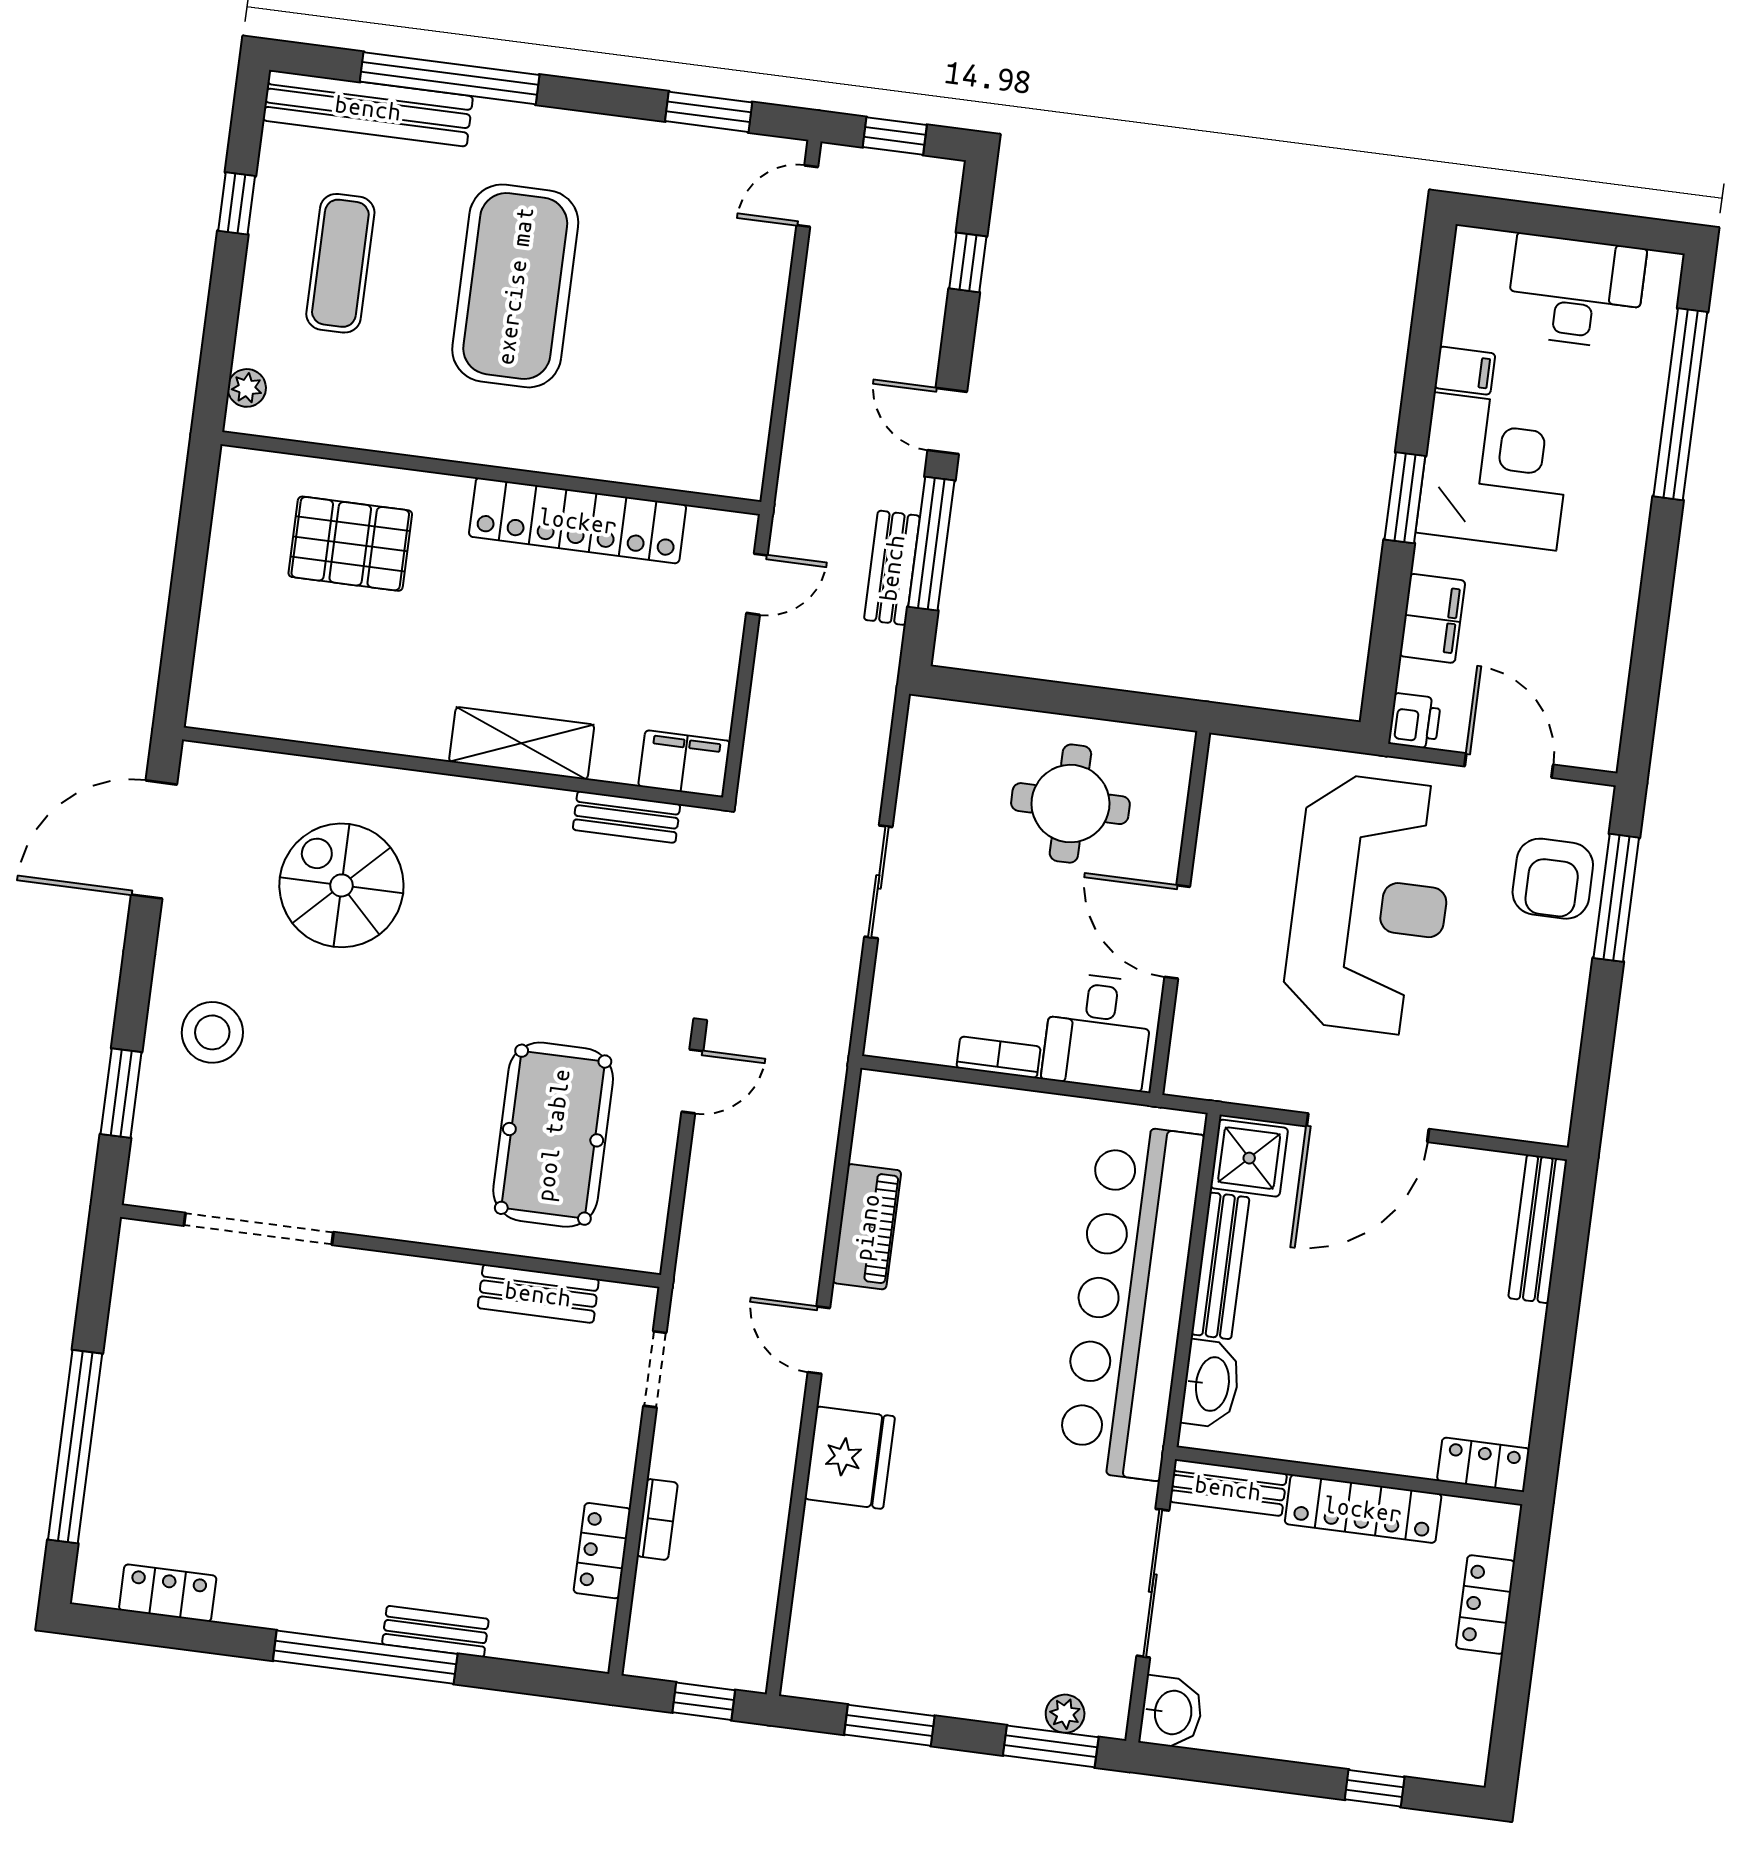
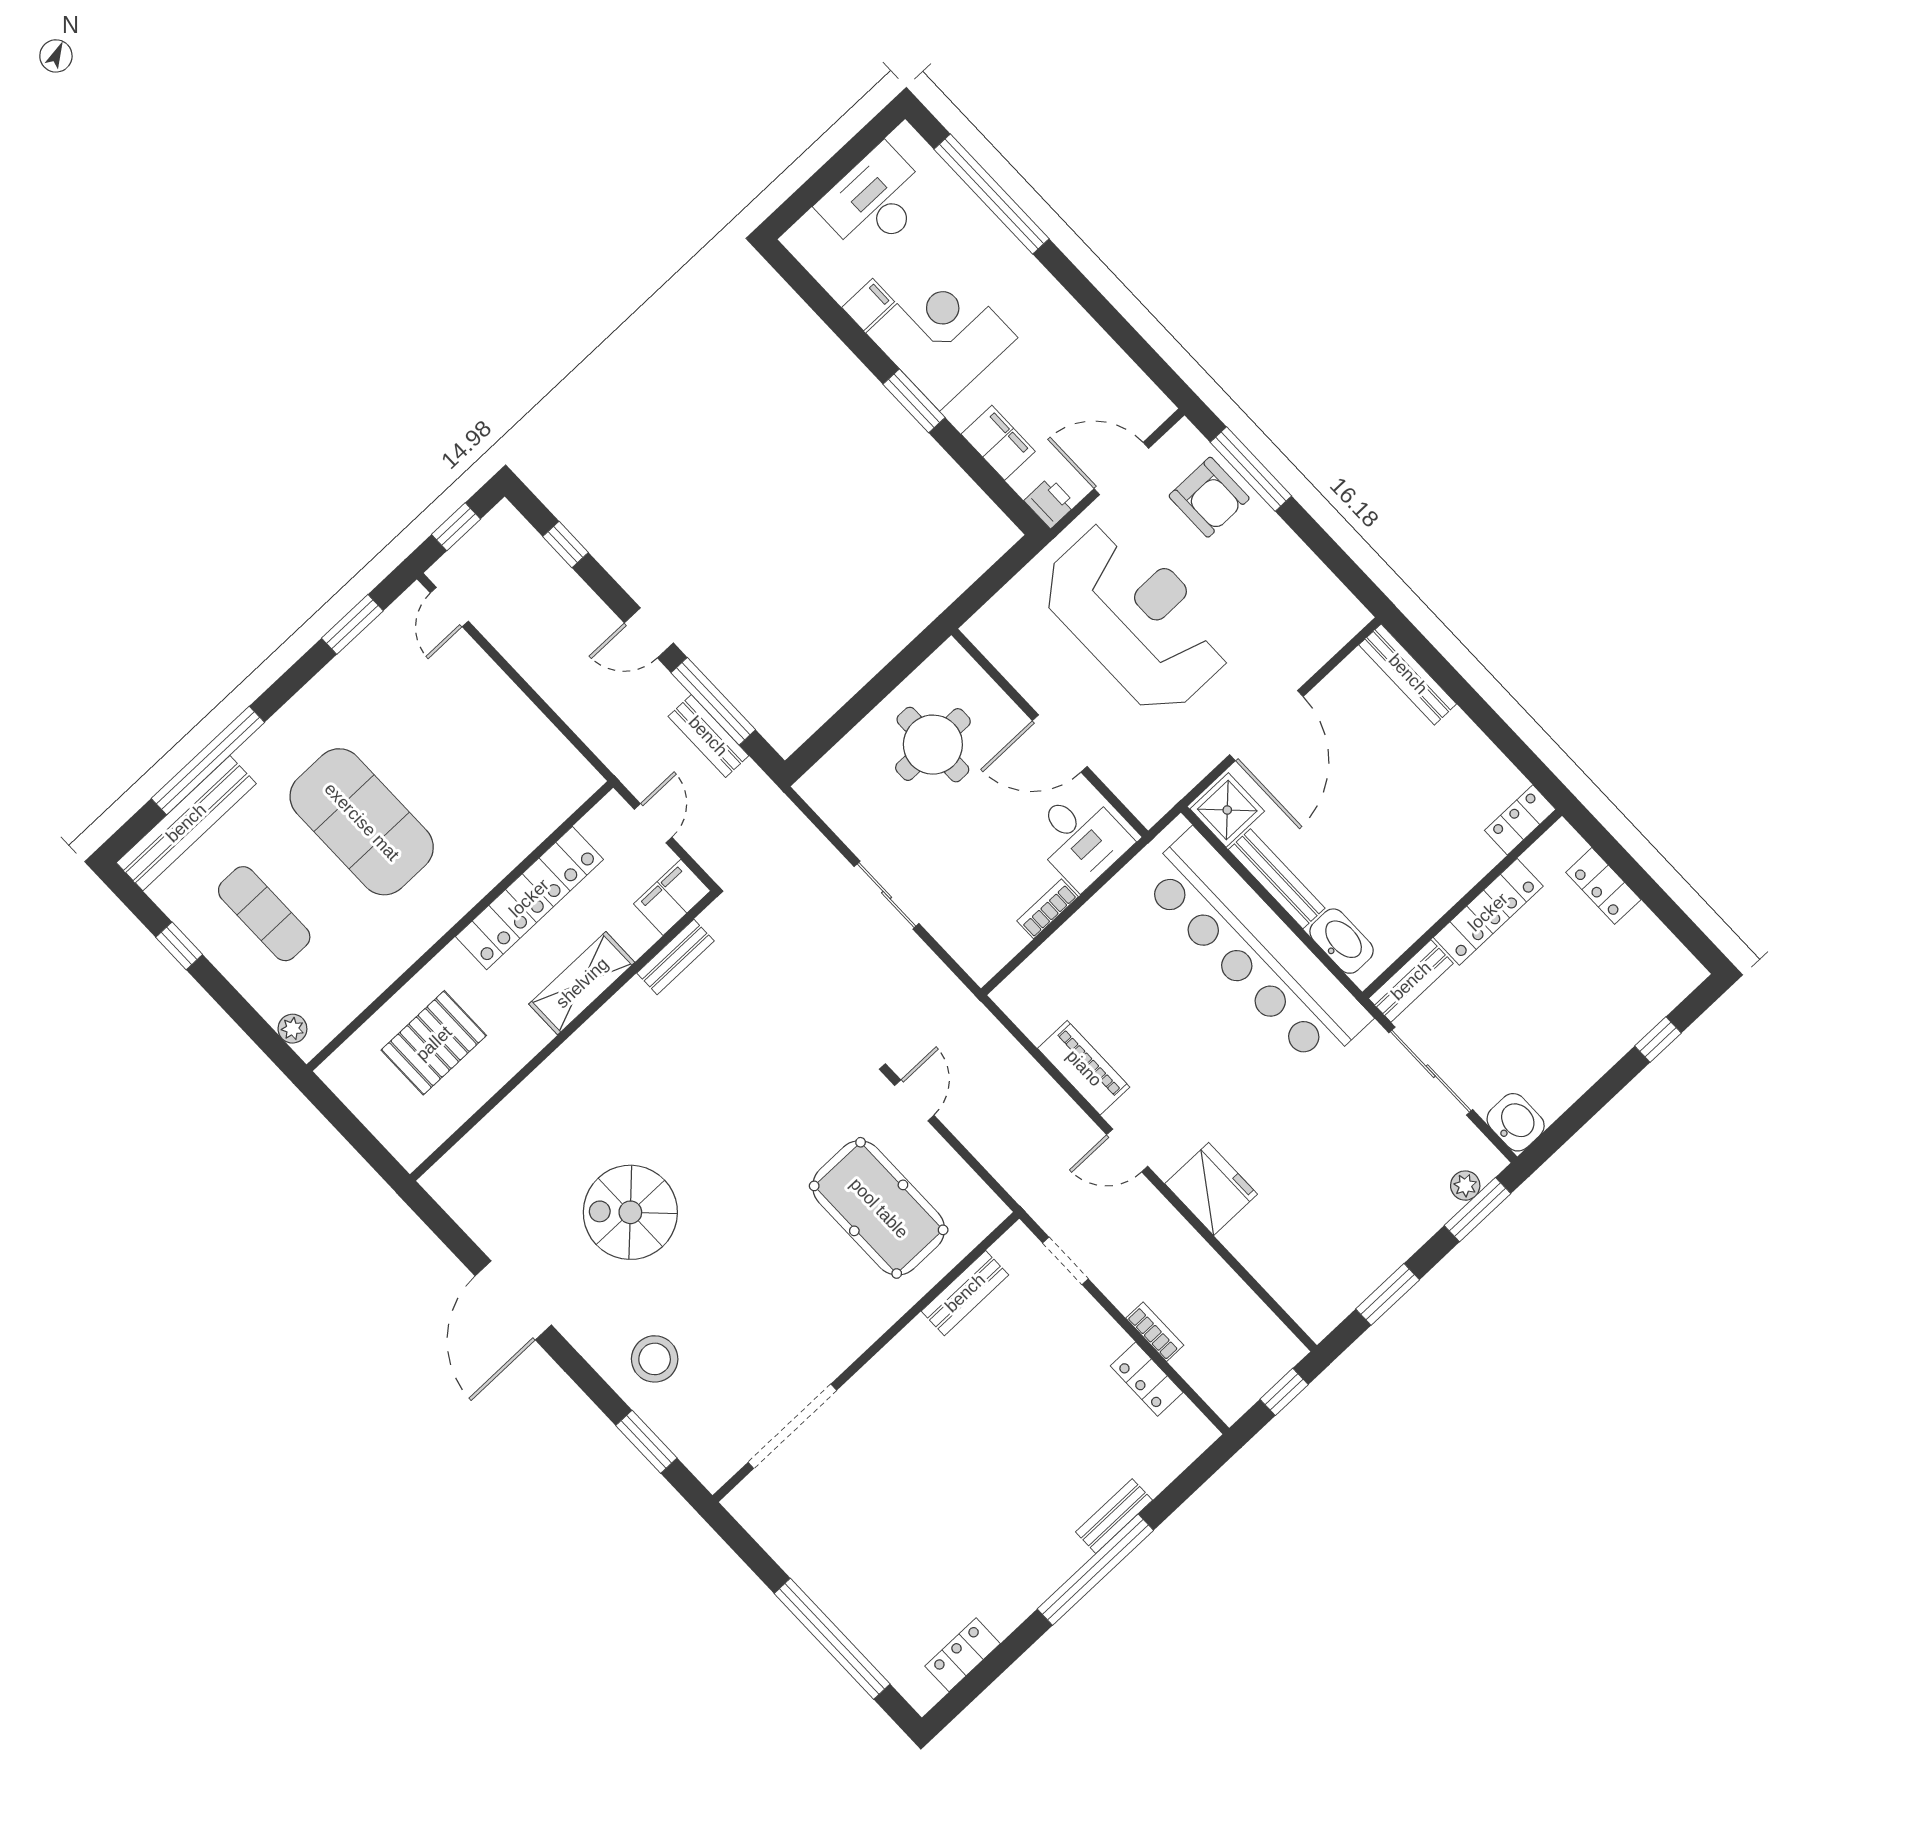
shelving: (522, 743) -> (582, 983), moved
filing cabinet: (684, 764) -> (672, 897), moved
wall: (453, 768) -> (563, 1036), moved
bench: (626, 817) -> (675, 957), moved

